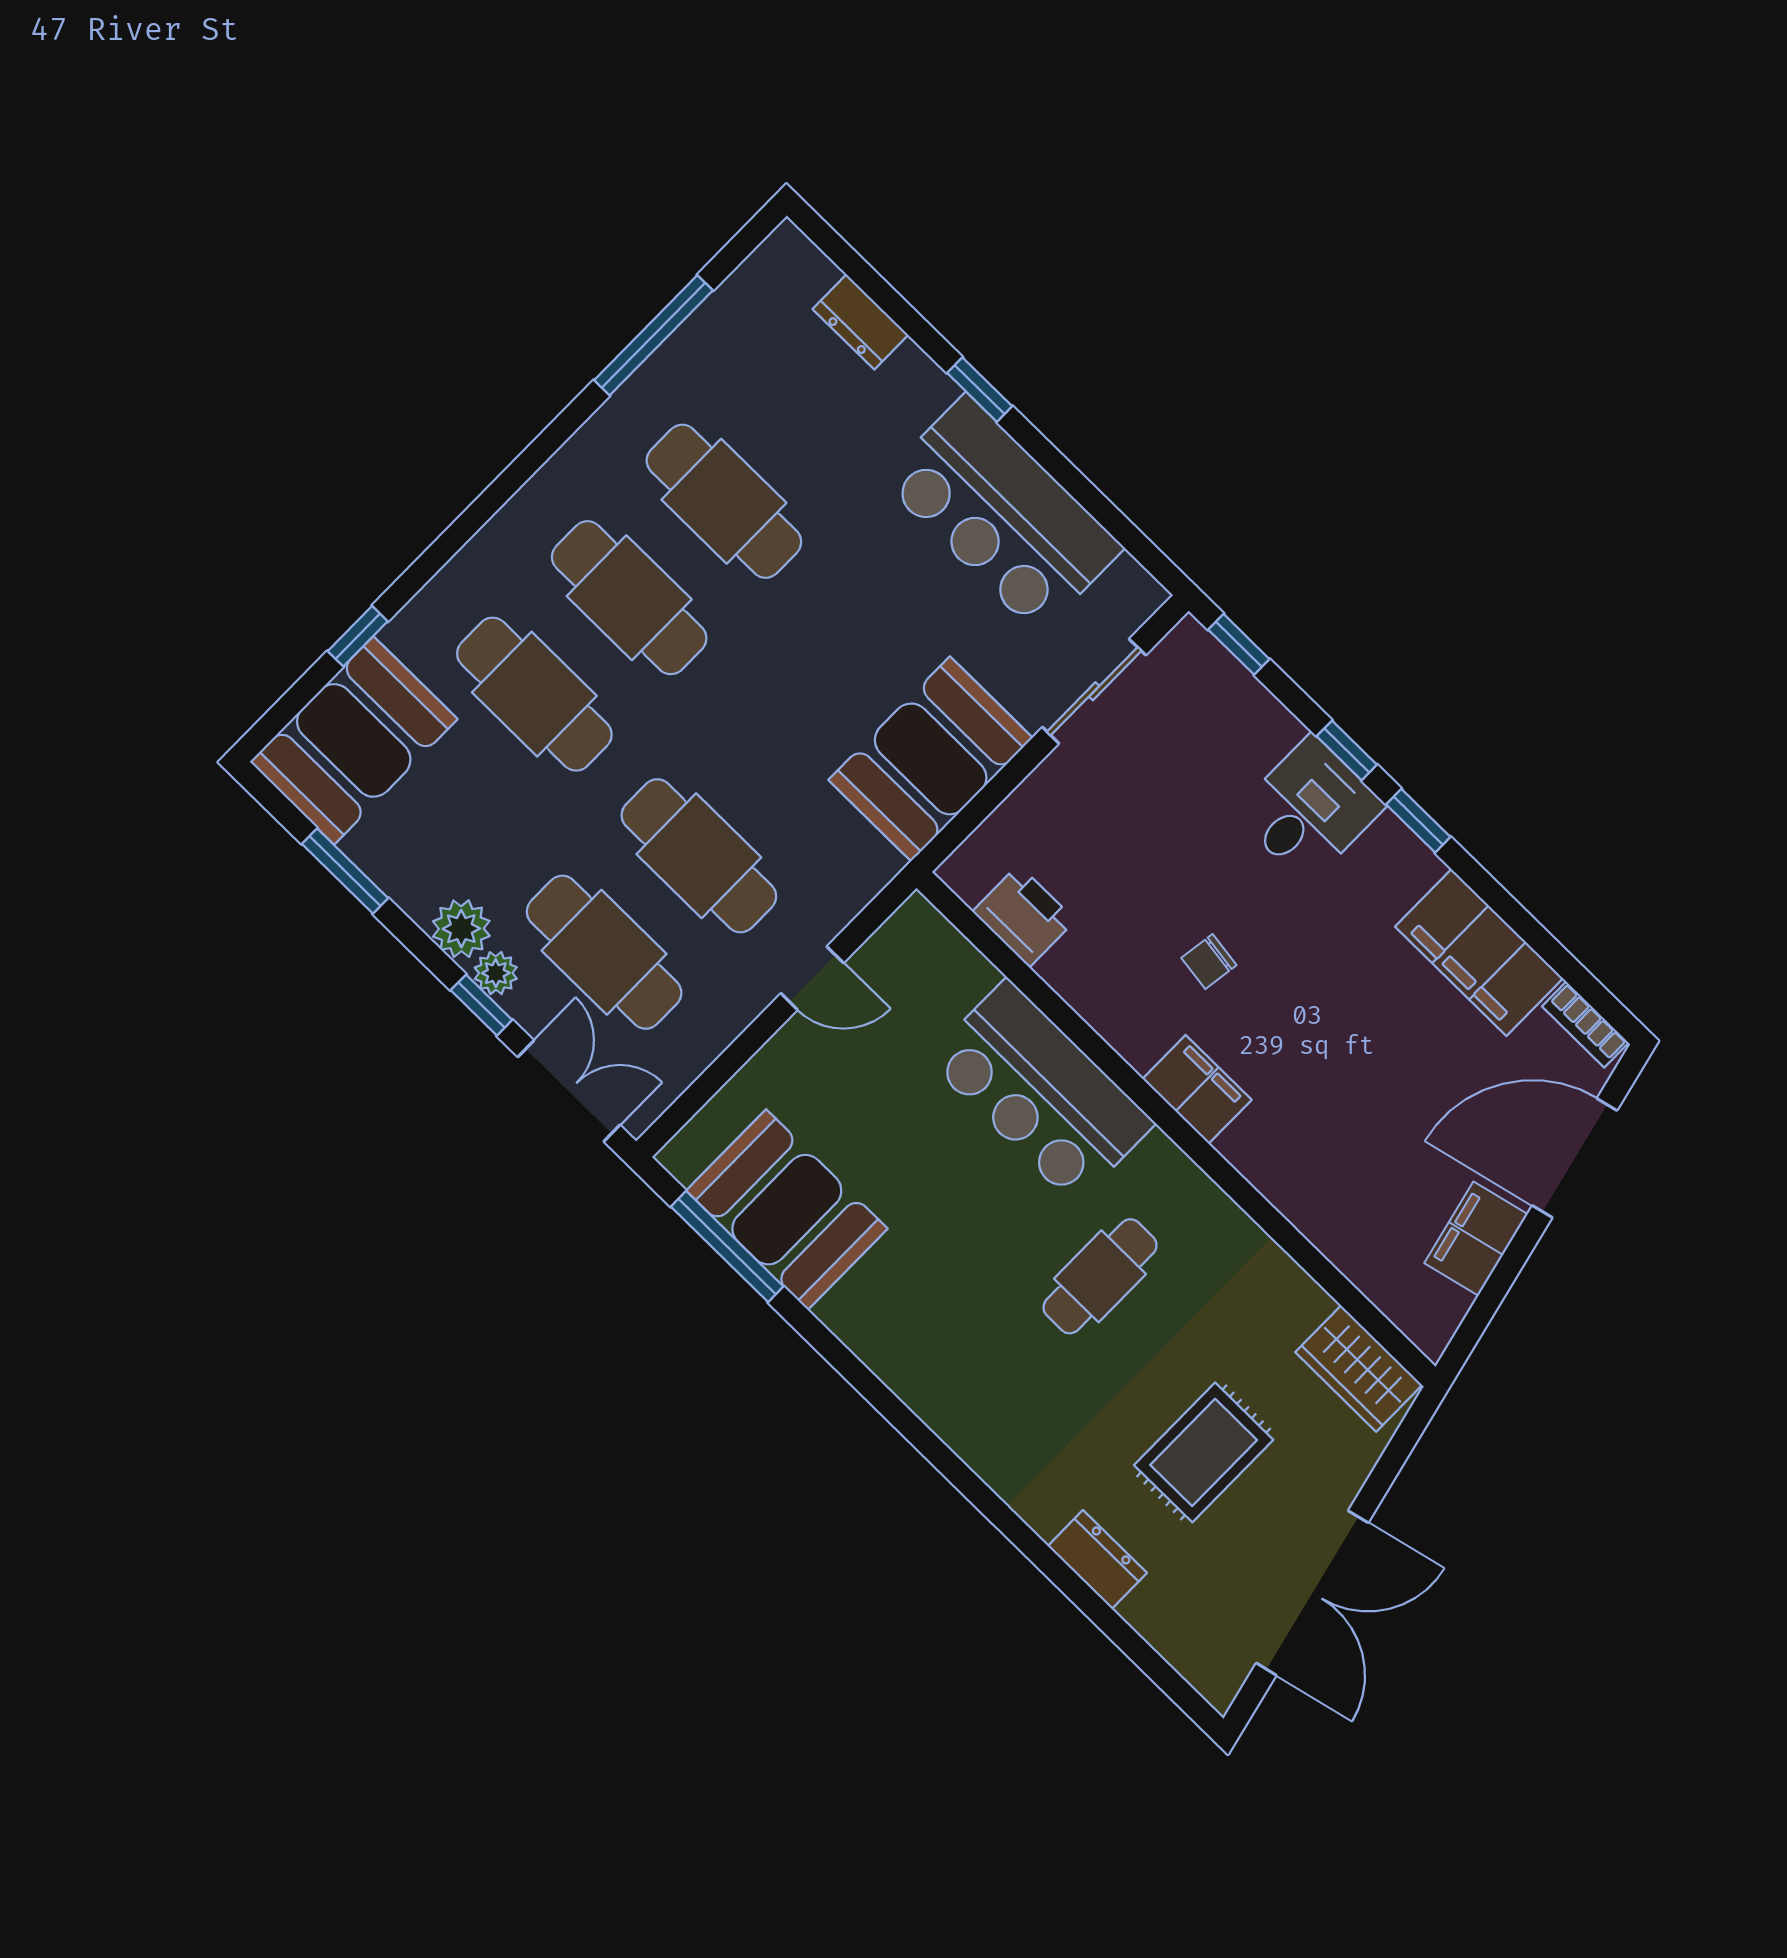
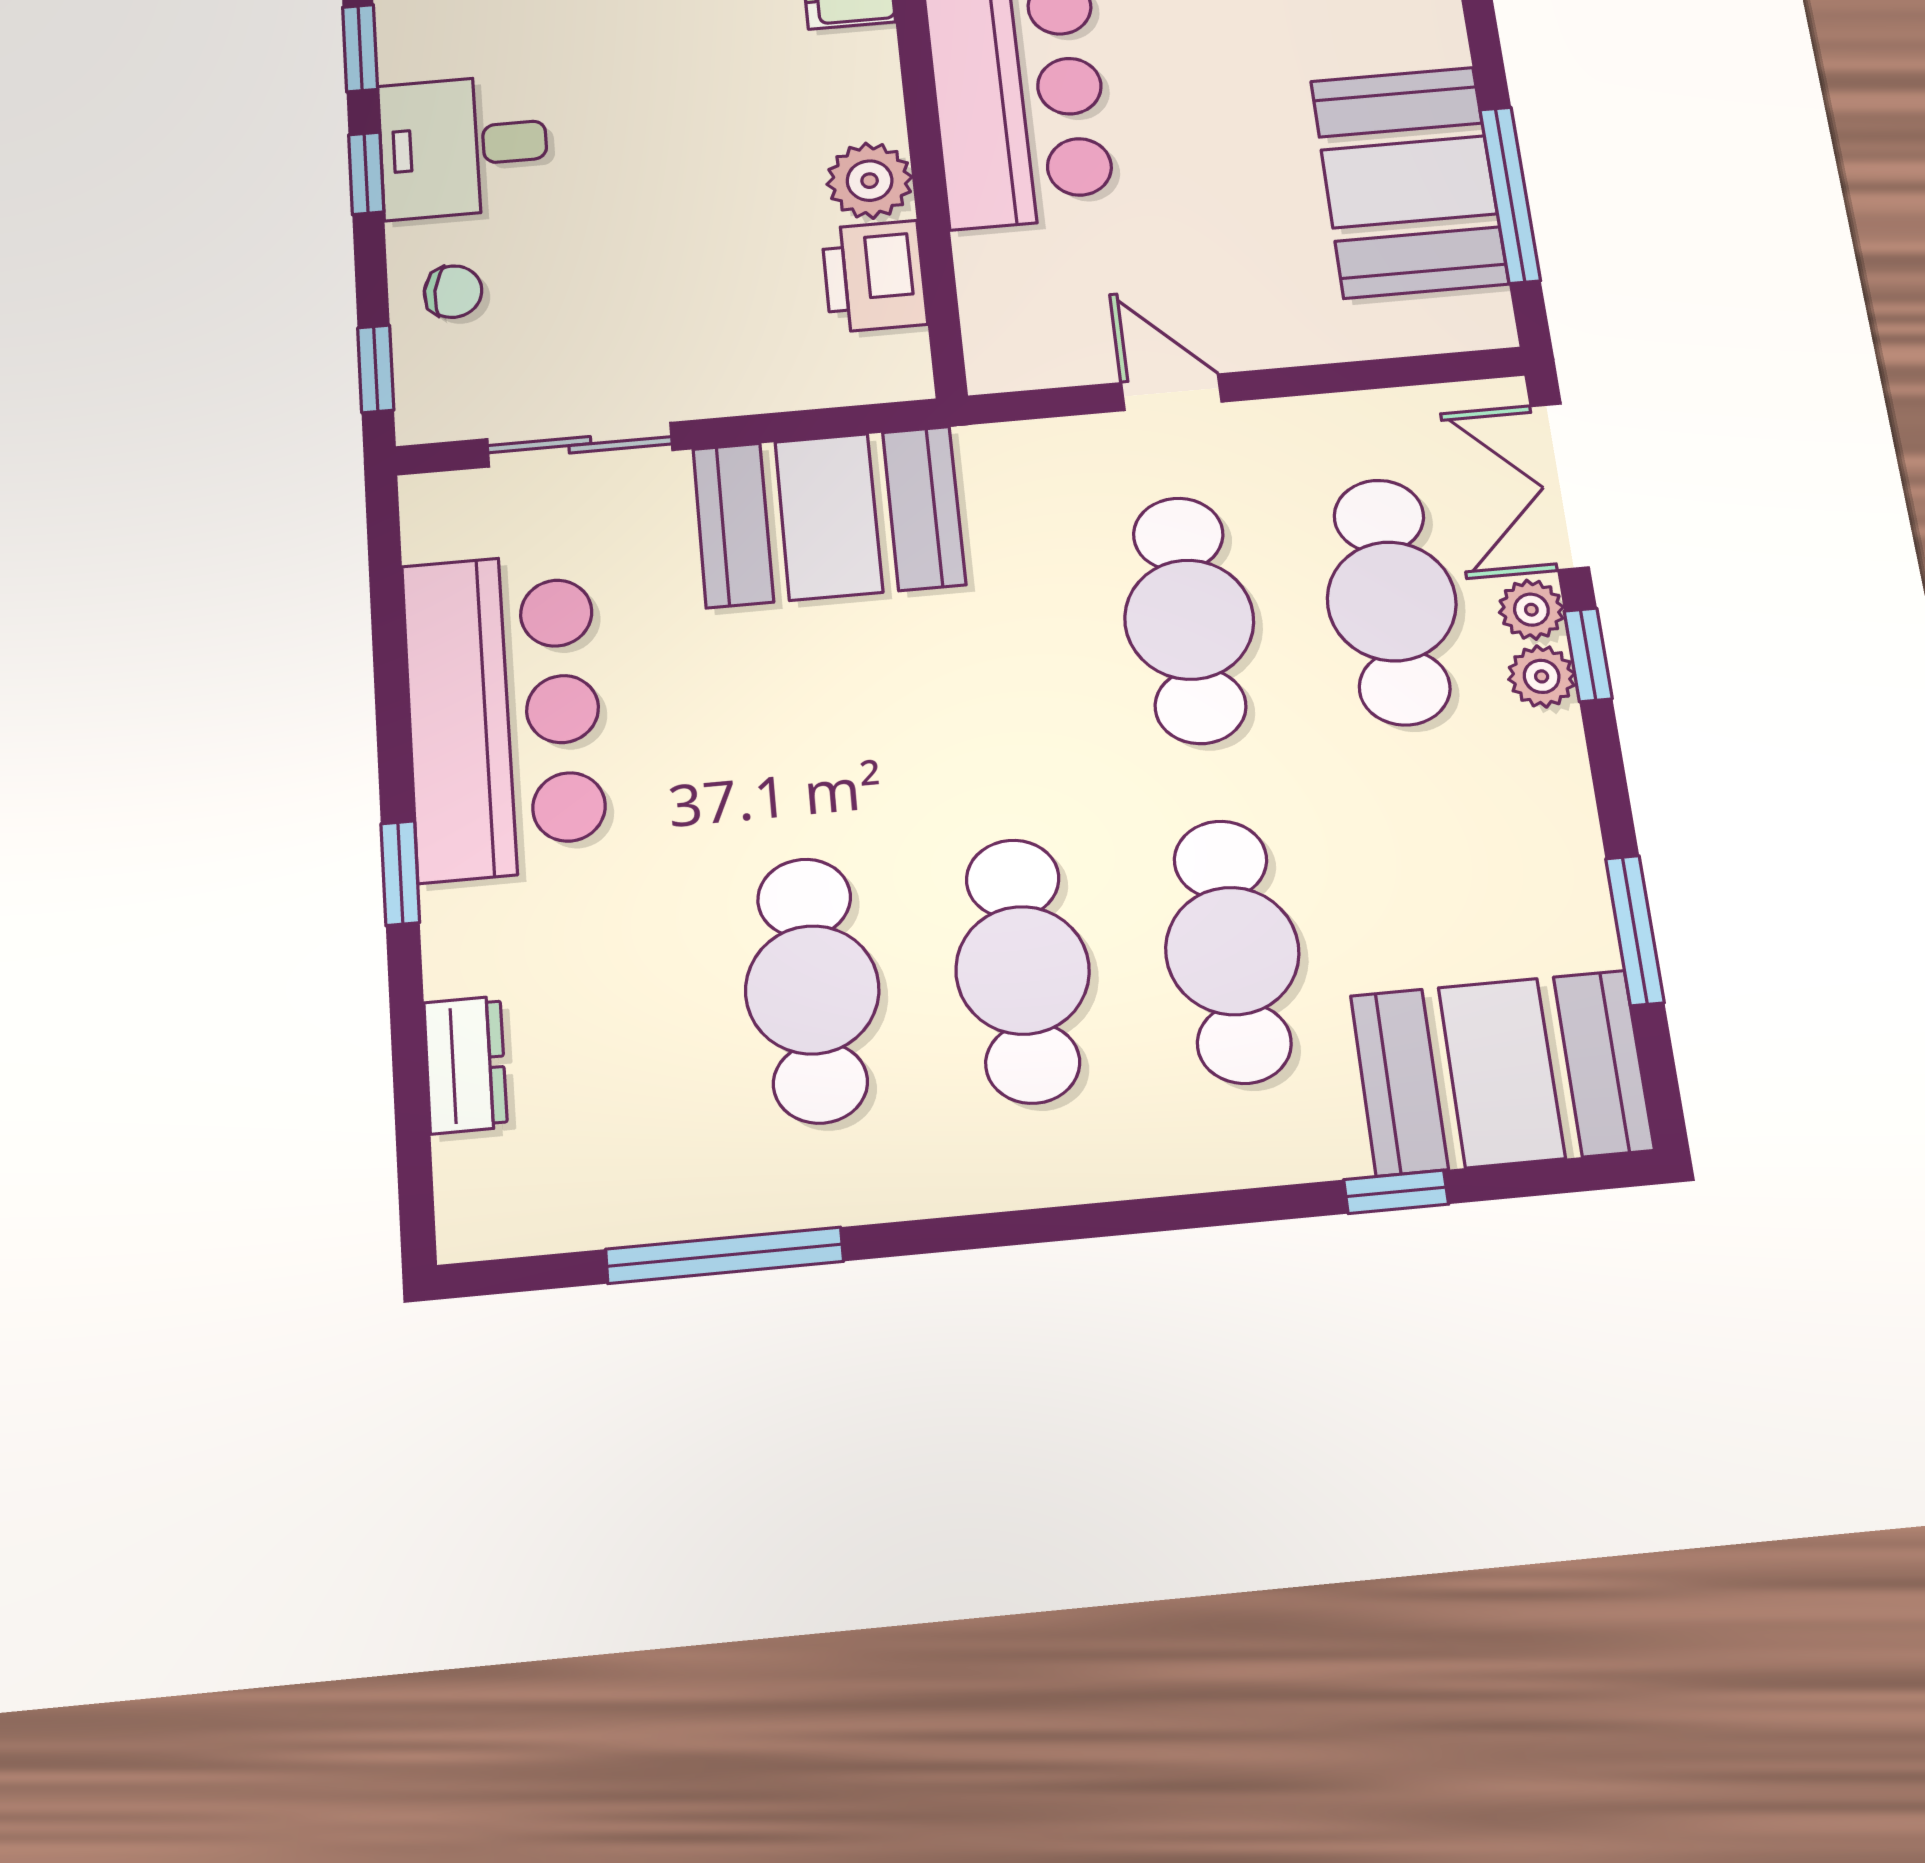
plant: (461, 929) -> (1531, 610), moved, width x0.73, depth x0.73
chair: (1209, 962) -> (453, 292), moved
plant: (1074, 971) -> (870, 181), added

